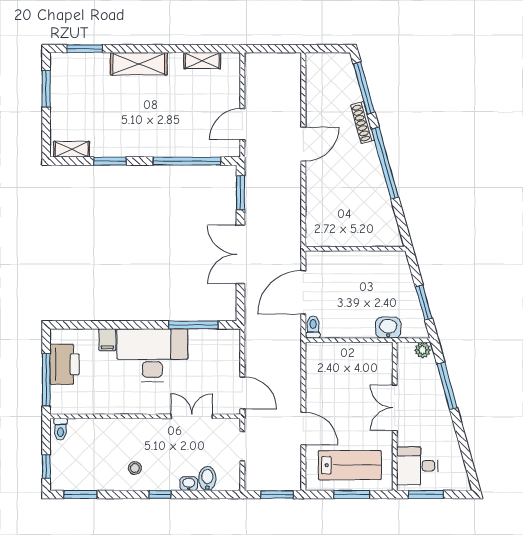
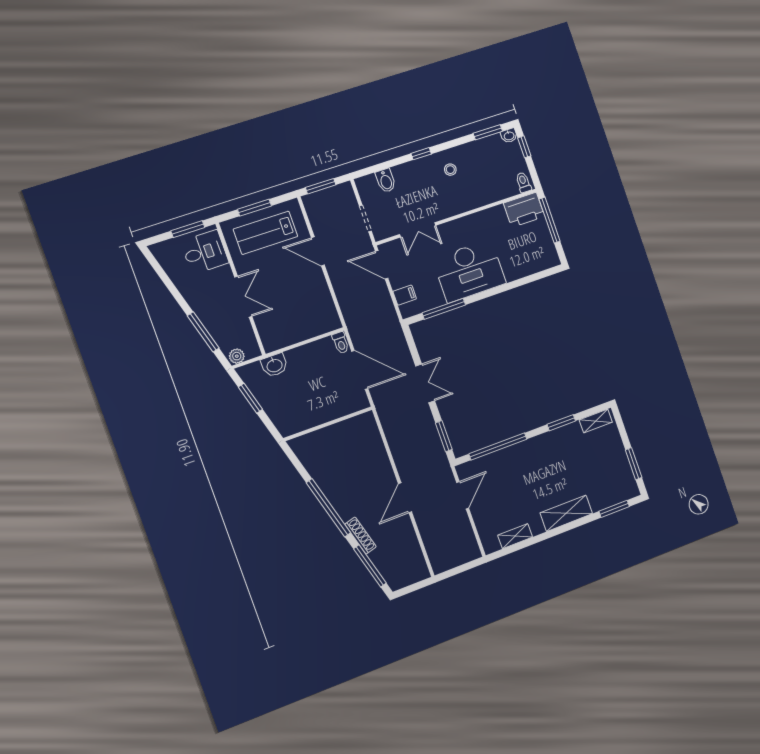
double door: (240, 254) -> (425, 383), width x0.73
door: (303, 292) -> (360, 370), hinge flipped
filing cabinet: (107, 340) -> (405, 295), moved, turned 90
printer: (64, 364) -> (524, 210), moved, turned -90
washbasin: (189, 484) -> (509, 136), moved

